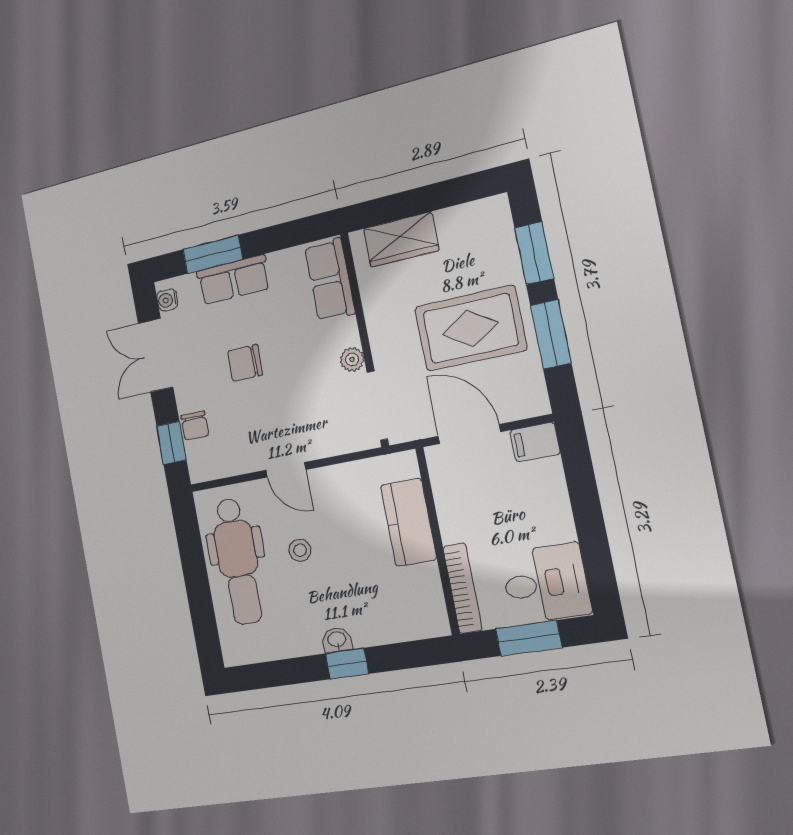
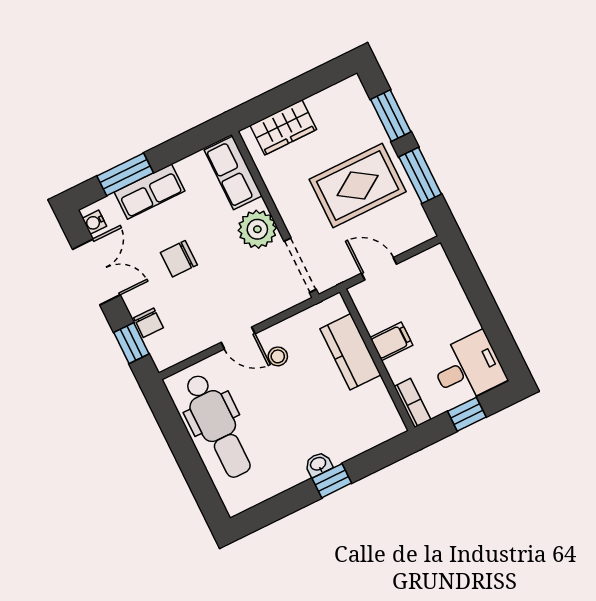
double door: (156, 355) -> (96, 272), swing flipped
plant: (352, 359) -> (257, 229), width x1.88, depth x1.88
door: (469, 434) -> (379, 269), width x0.73
filing cabinet: (535, 442) -> (391, 341), moved, turned 180
stool: (300, 550) -> (278, 356), moved
bookcase: (463, 588) -> (412, 403), width x0.64
window: (529, 638) -> (467, 414), width x0.67

